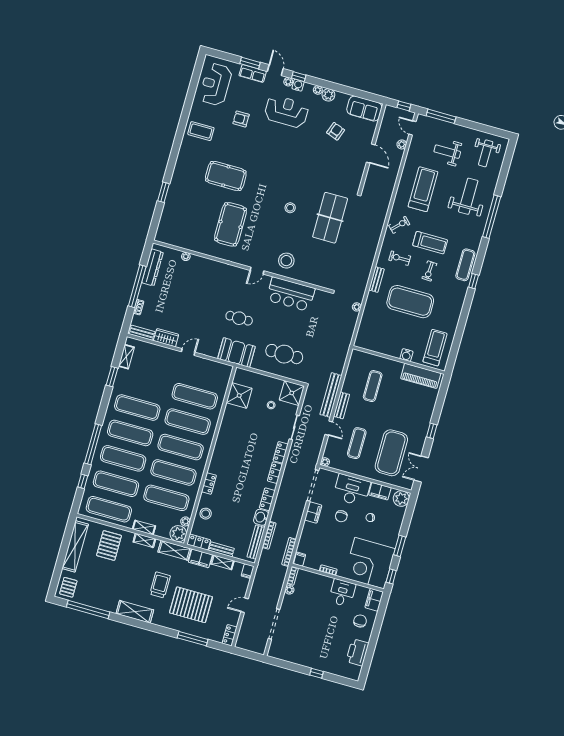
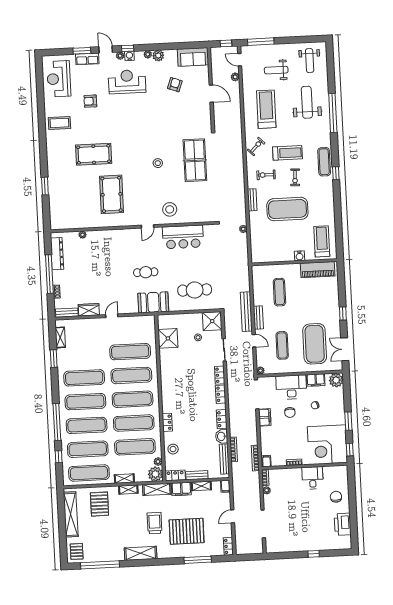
filing cabinet: (374, 600) -> (342, 475), removed

